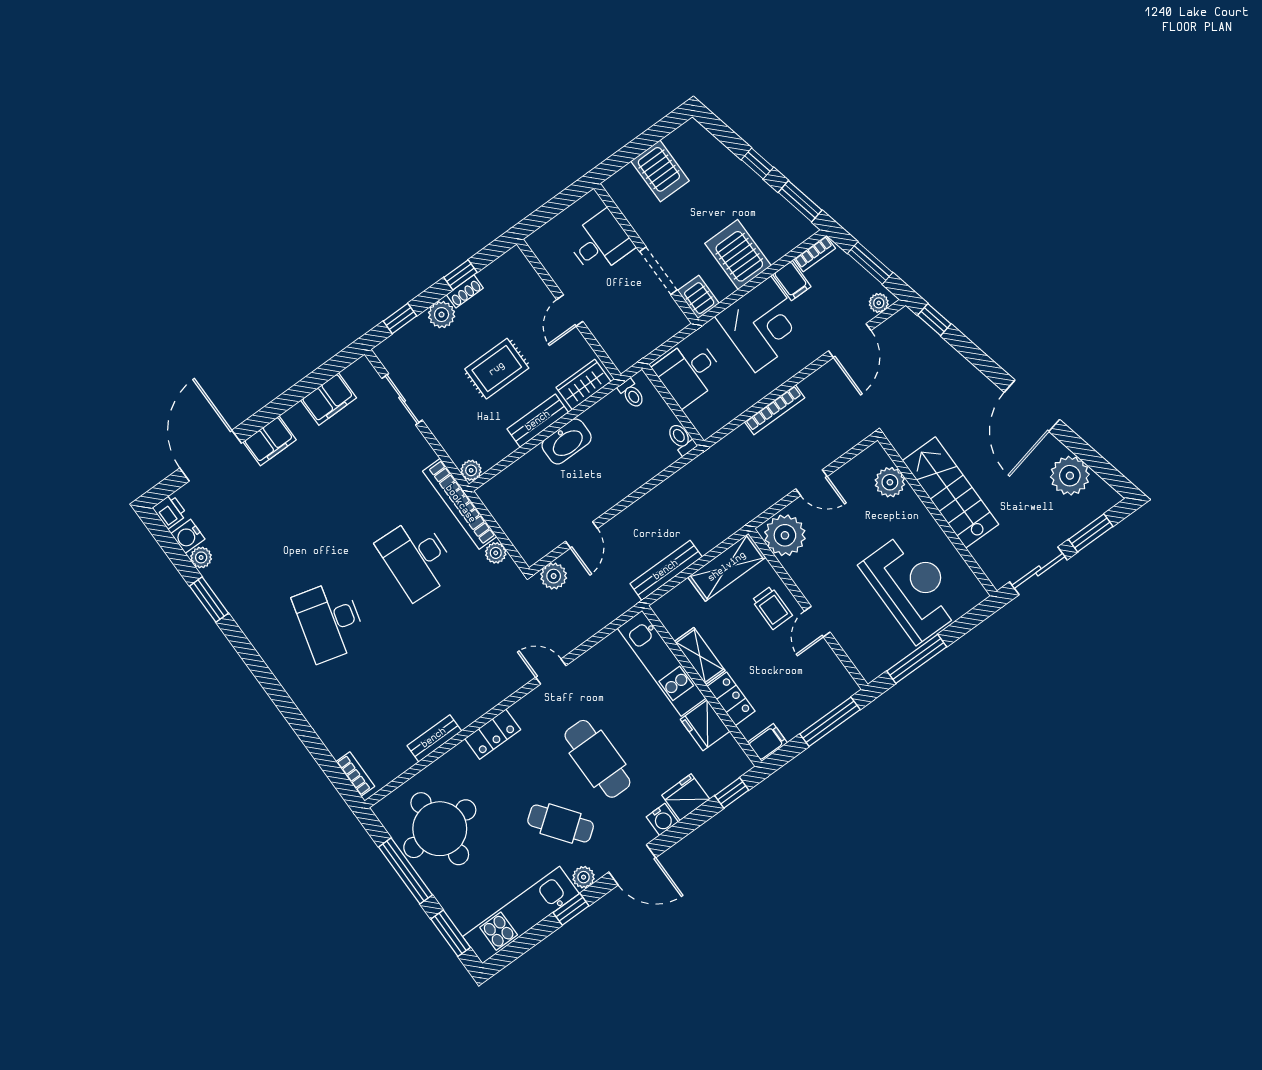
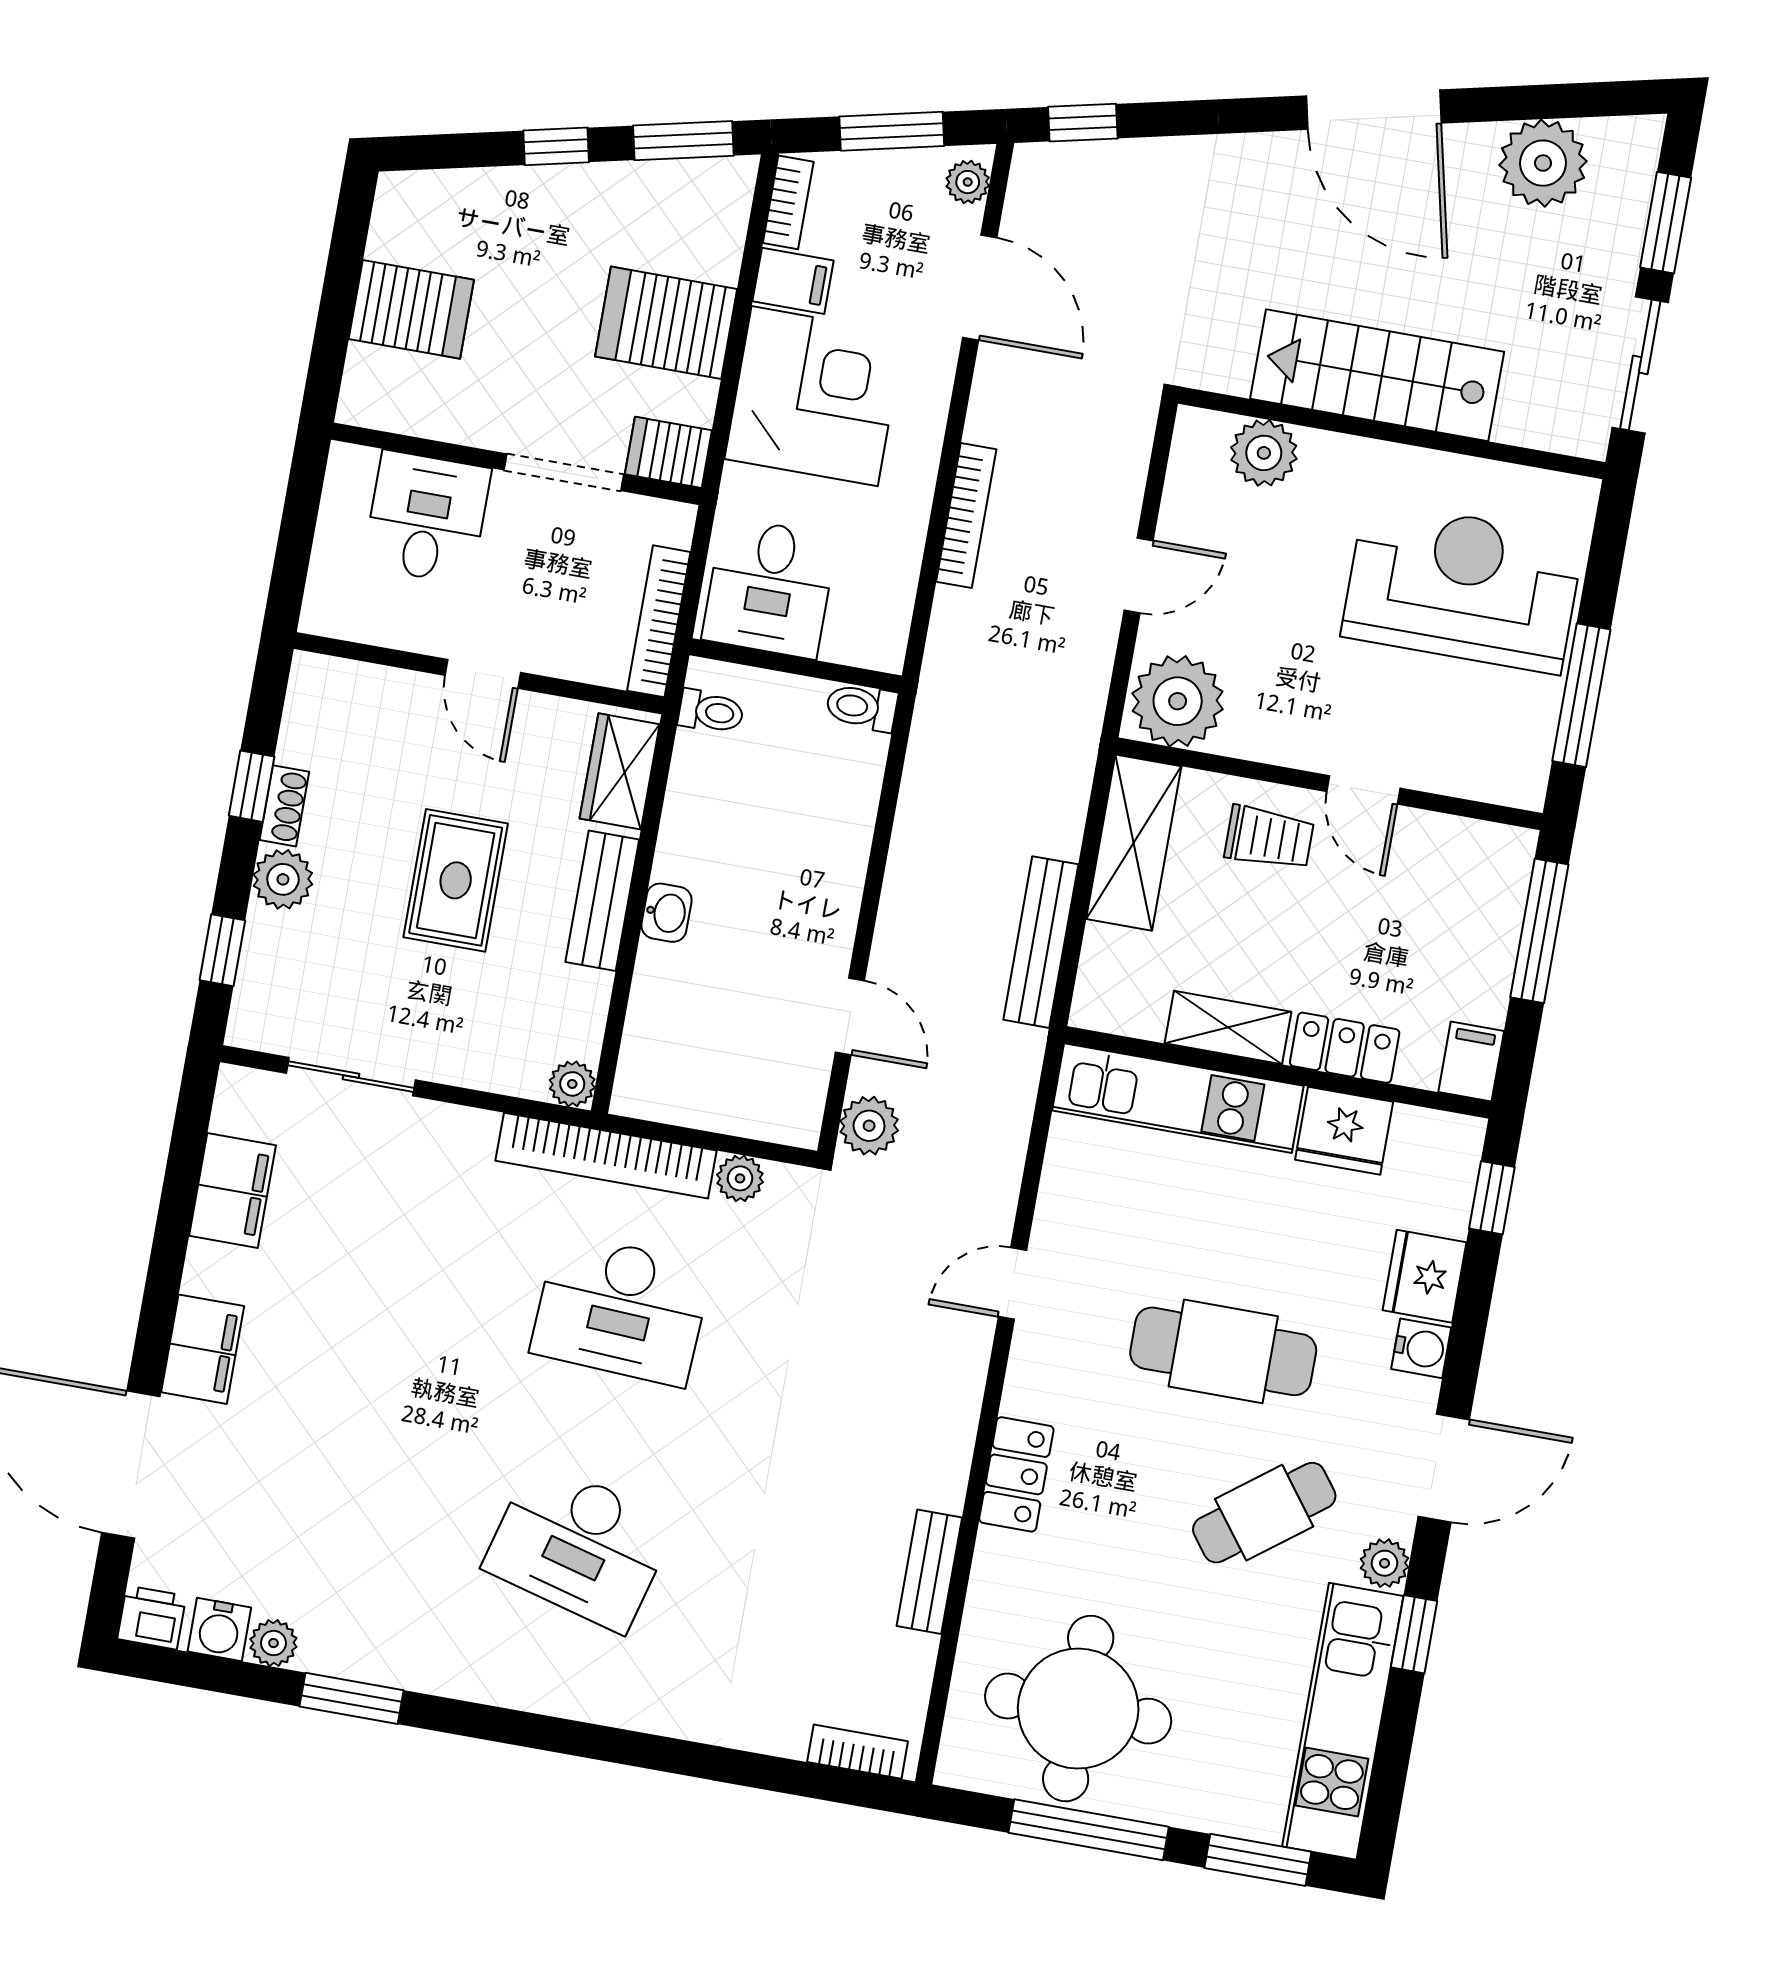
bookcase: (643, 348) -> (659, 621), added
washbasin: (567, 441) -> (666, 913), width x0.52, depth x0.69

